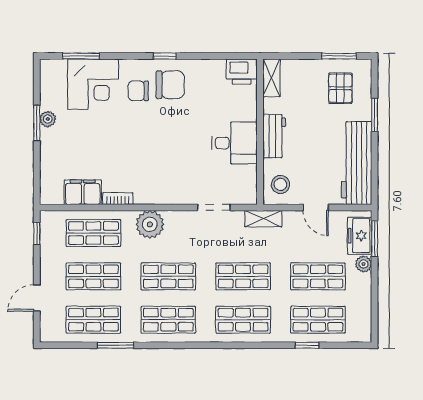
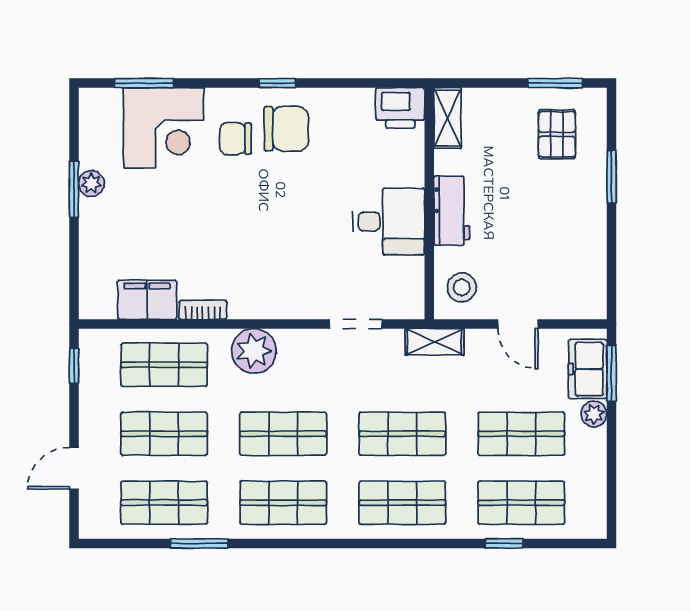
workbench: (357, 163) -> (583, 253), removed

